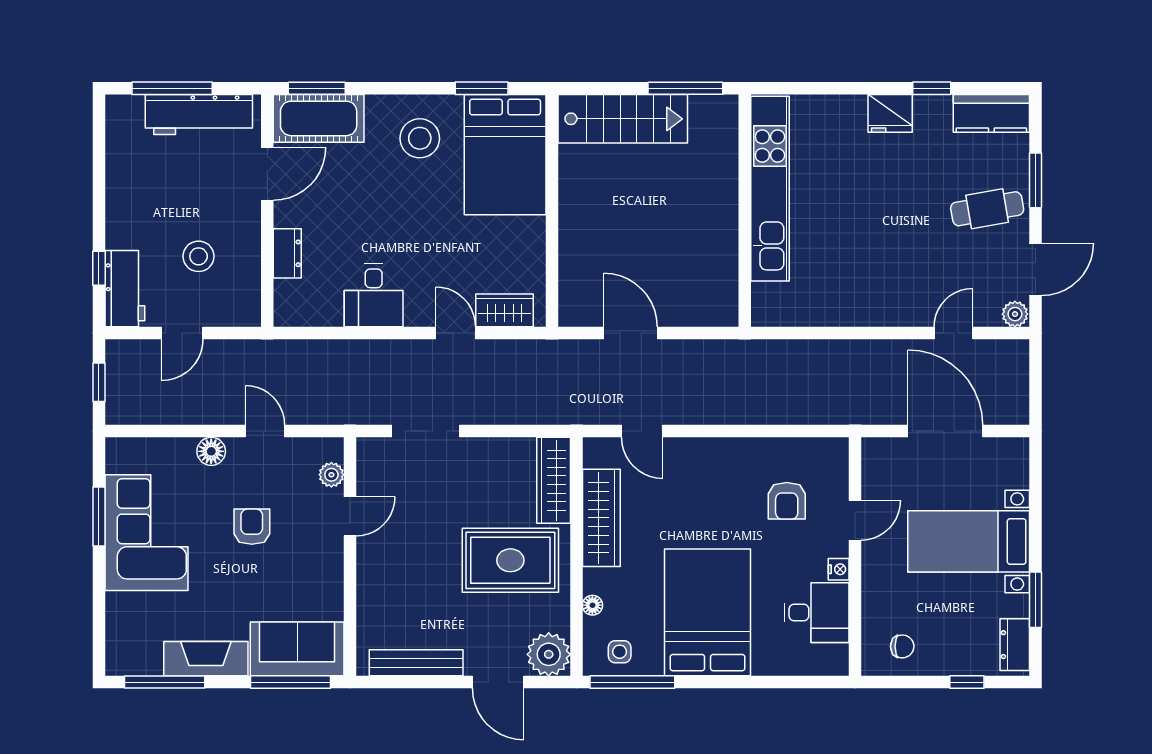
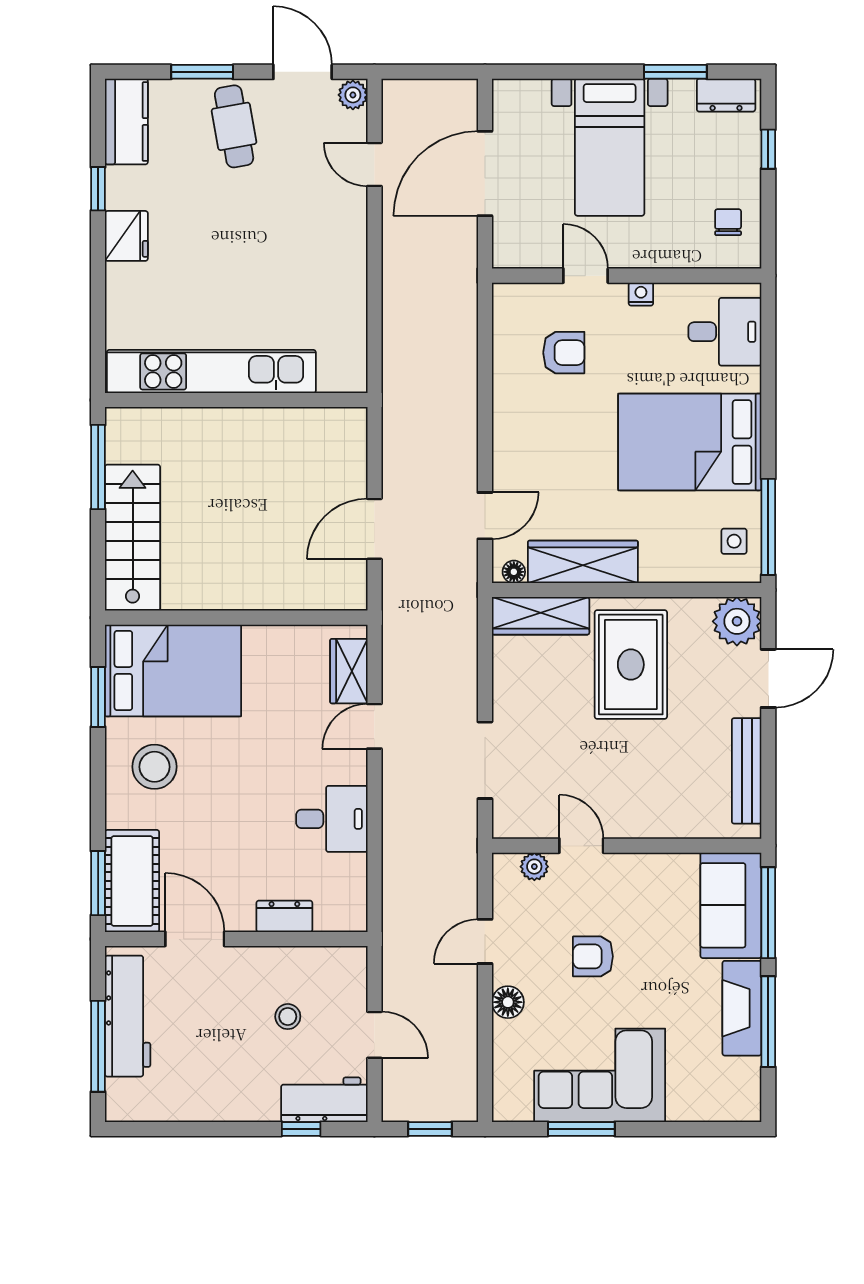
stool: (199, 256) -> (288, 1017), width x0.73, depth x0.73
floor lamp: (592, 605) -> (514, 572), moved
desk: (816, 613) -> (725, 332), moved, turned 90
window: (165, 682) -> (768, 1022), moved

